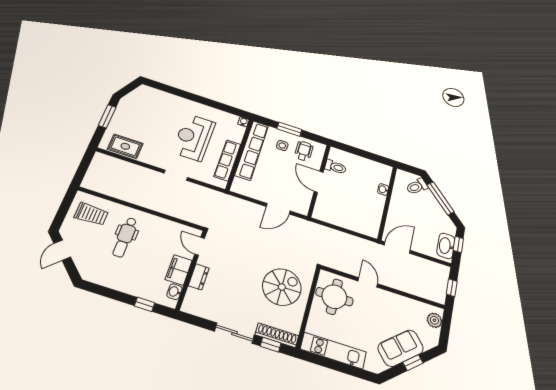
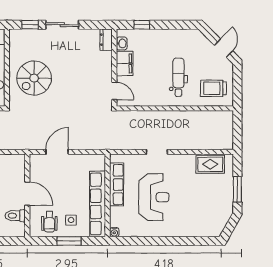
dresser: (199, 277) -> (106, 40), moved
shoe rack: (277, 335) -> (27, 34), removed

